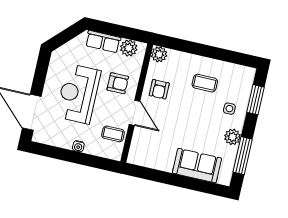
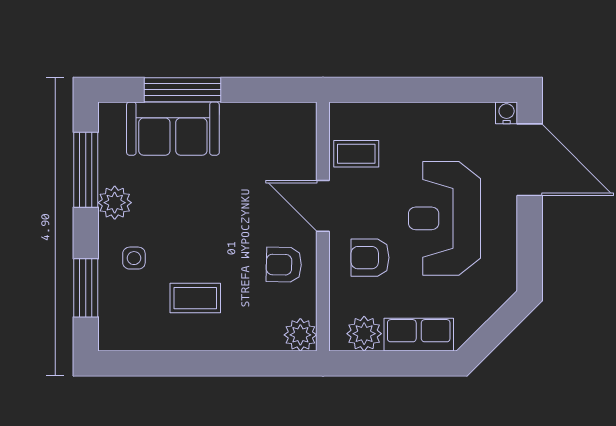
armchair: (159, 89) -> (284, 265), turned -89
reception desk: (78, 94) -> (444, 218), turned 180
water cooler: (78, 146) -> (507, 113), moved
window: (188, 183) -> (182, 90), added

